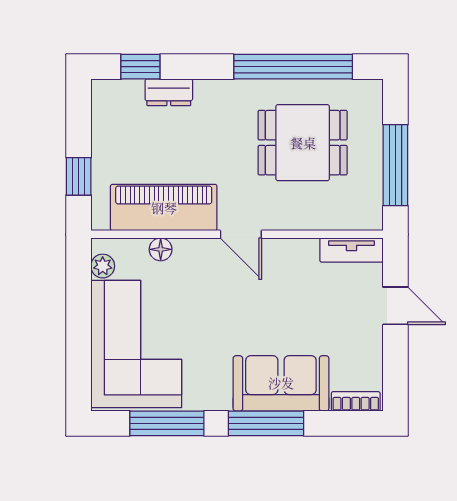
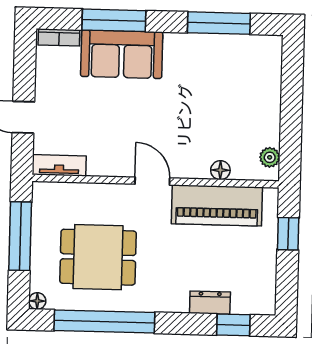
floor lamp: (373, 89) -> (37, 301), added
corner sofa: (136, 344) -> (243, 91), removed
window: (266, 423) -> (114, 20), moved

